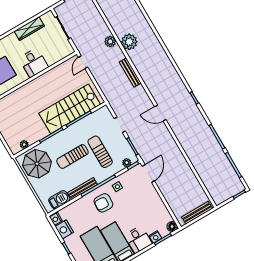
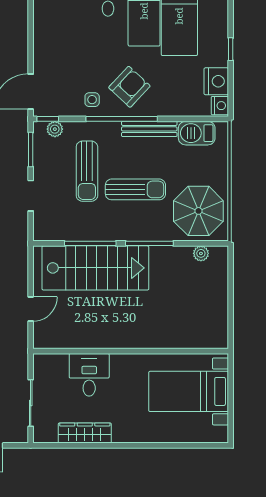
door: (83, 62) -> (31, 309), moved
desk: (34, 63) -> (89, 375), moved
armchair: (103, 203) -> (129, 87), turned -50

